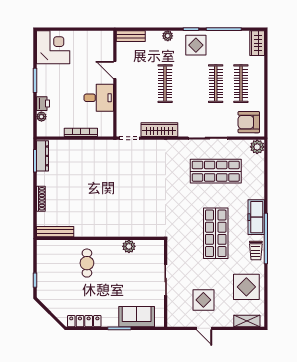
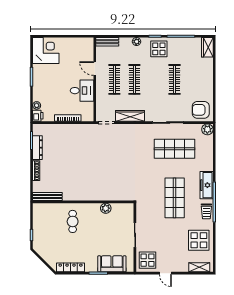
clothes rail: (241, 84) -> (114, 79), moved
printer: (43, 104) -> (38, 116), moved
dresser: (43, 156) -> (37, 148), moved
display table: (203, 300) -> (148, 260), moved

